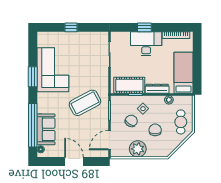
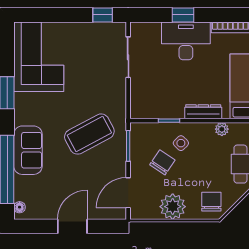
window: (71, 27) -> (103, 15), moved
corner sofa: (53, 70) -> (39, 57), moved
cot: (129, 85) -> (159, 106), removed
sofa: (46, 129) -> (28, 150), moved
chair: (155, 130) -> (211, 202), moved
door: (74, 161) -> (72, 226), hinge flipped

